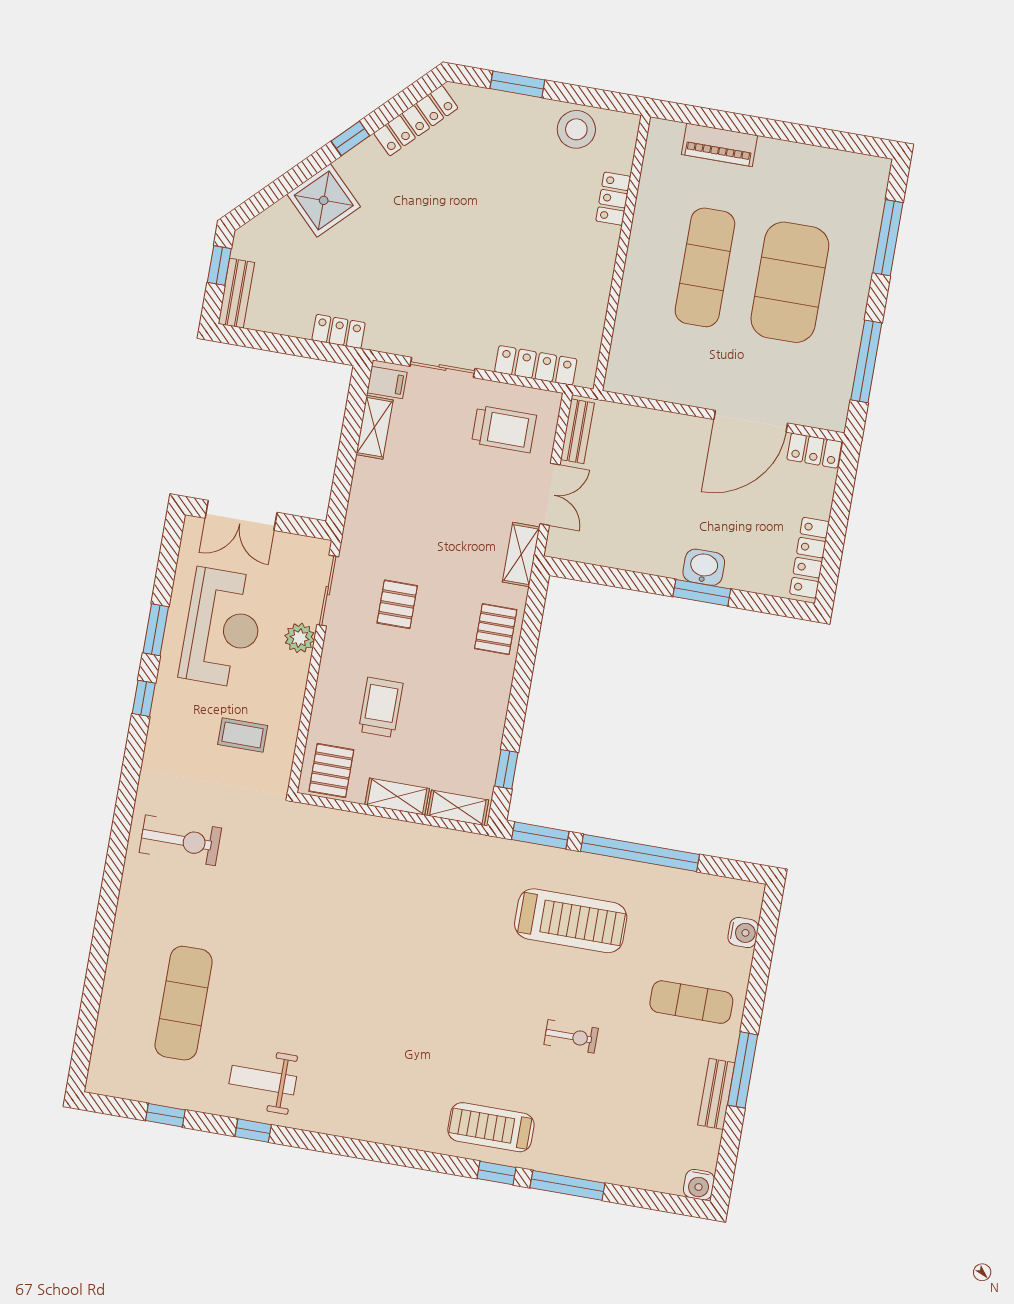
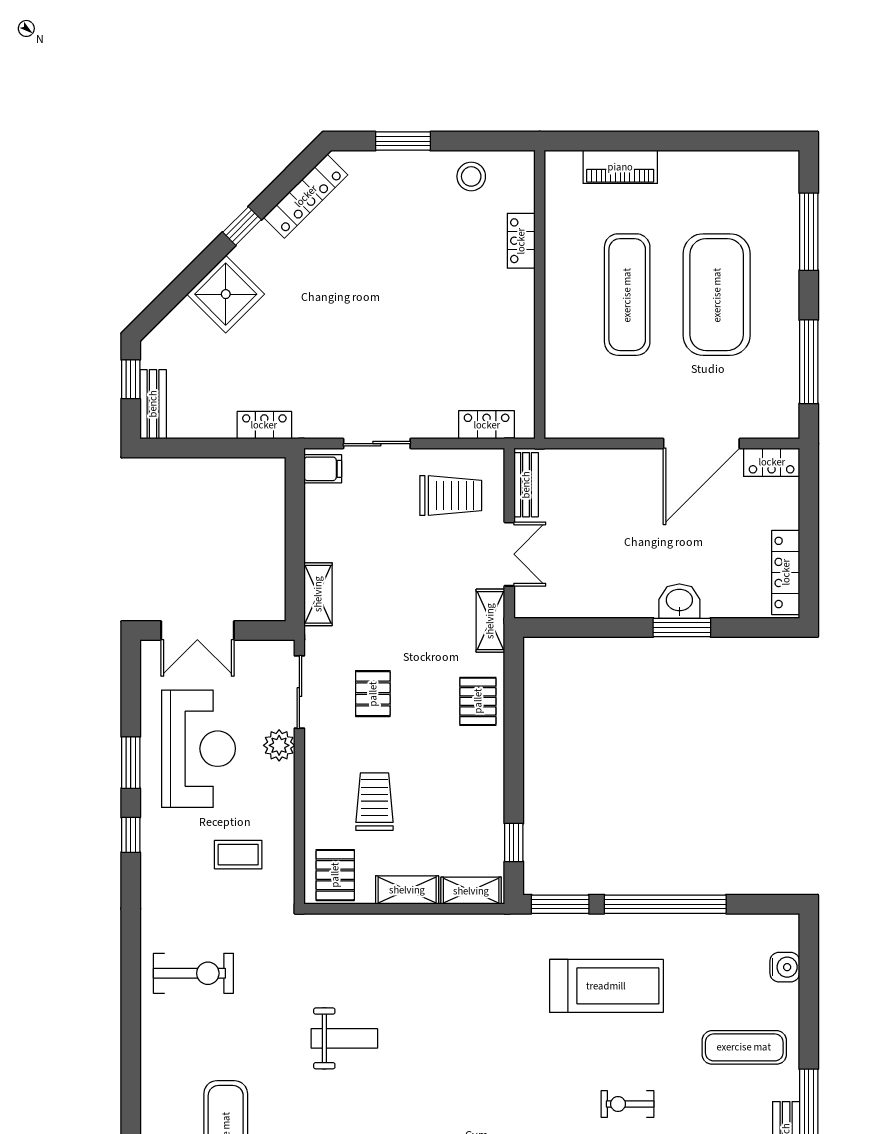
stool: (576, 129) -> (471, 176), width x0.73, depth x0.73
locker: (536, 365) -> (487, 425), width x0.66
shelving: (375, 427) -> (318, 594), moved
weight bench: (313, 927) -> (344, 1038), added
exercise bike: (571, 1036) -> (627, 1104), turned 180

